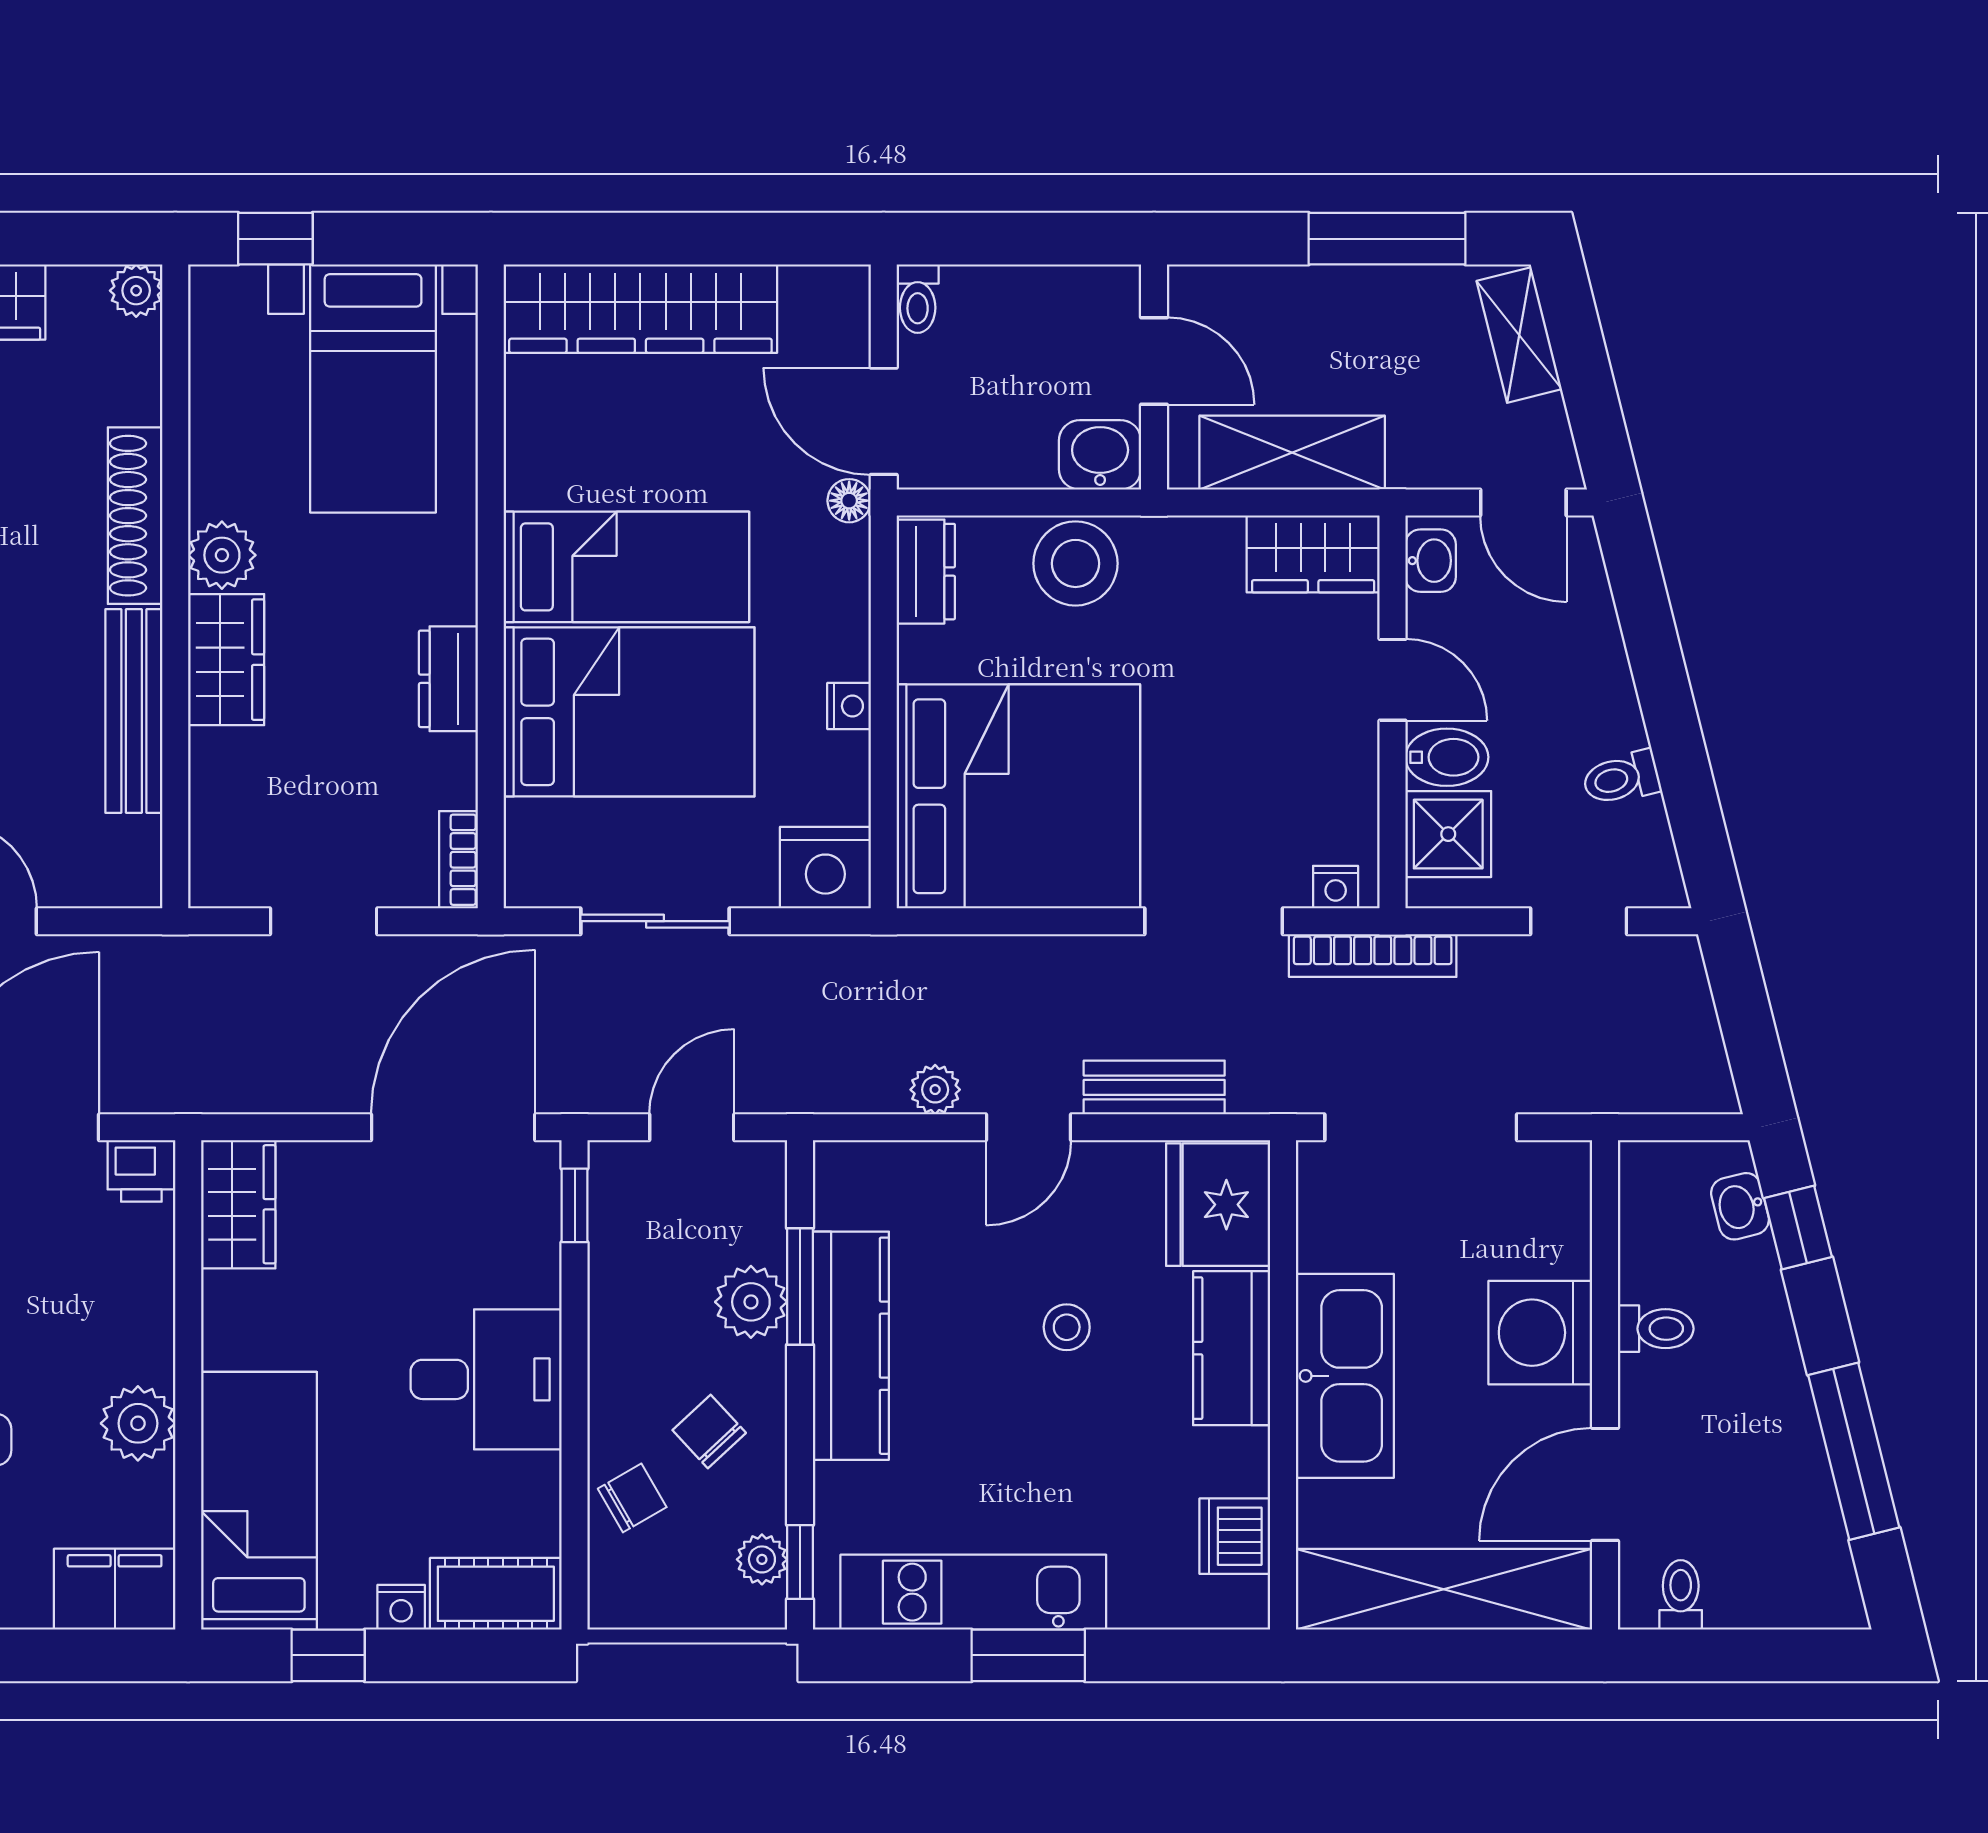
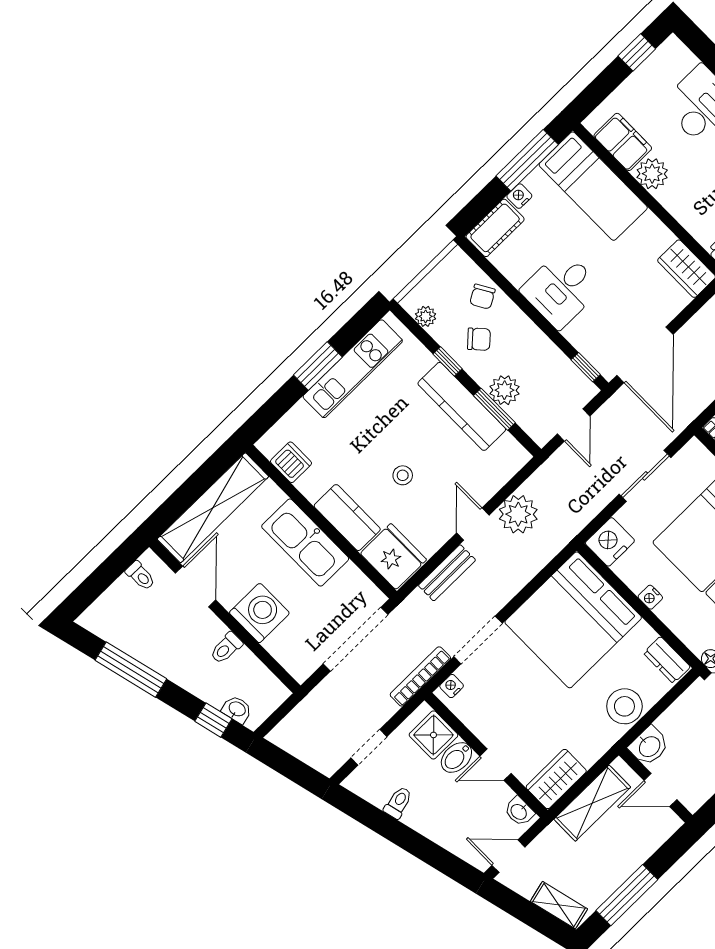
plant: (935, 1090) -> (518, 514), width x1.88, depth x1.88
window: (800, 1562) -> (447, 361), moved
filing cabinet: (115, 1589) -> (623, 142), moved, turned -90
window: (328, 1655) -> (527, 160), width x2.17

